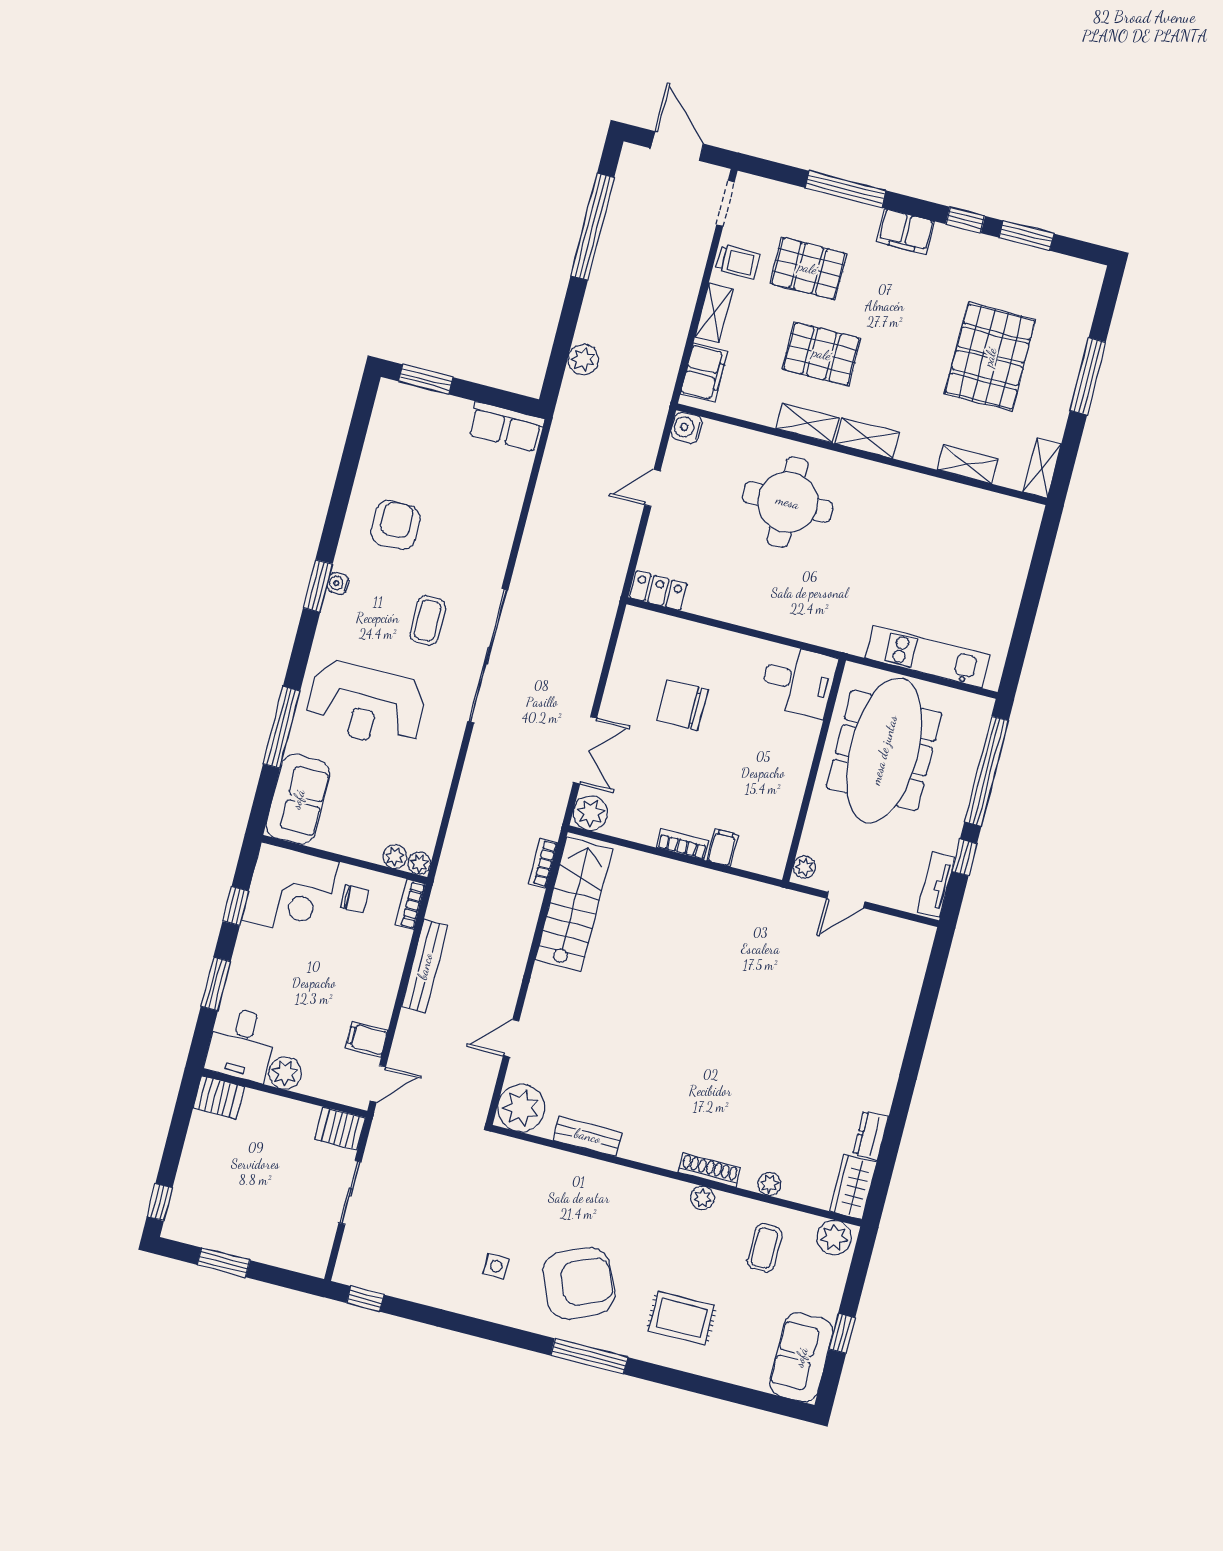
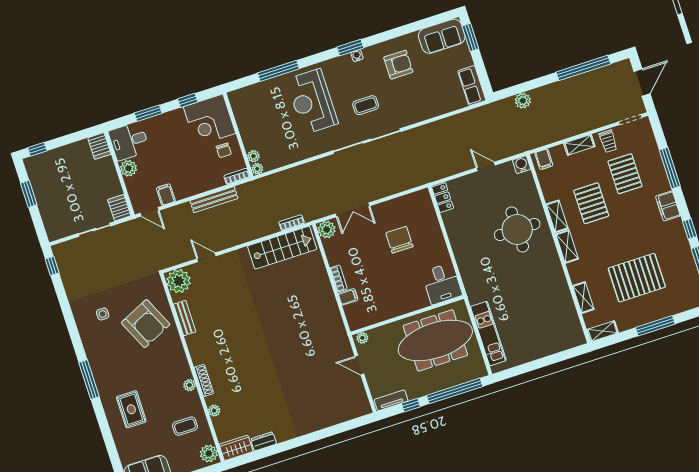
filing cabinet: (704, 373) -> (544, 159), width x0.50
sofa: (298, 799) -> (442, 36), moved
armchair: (579, 1283) -> (146, 324), moved

